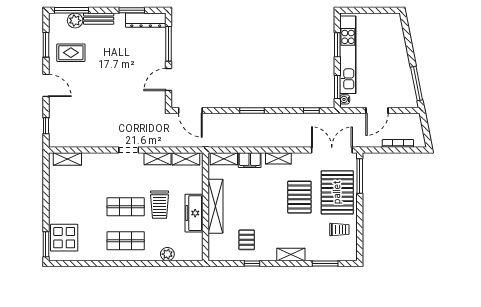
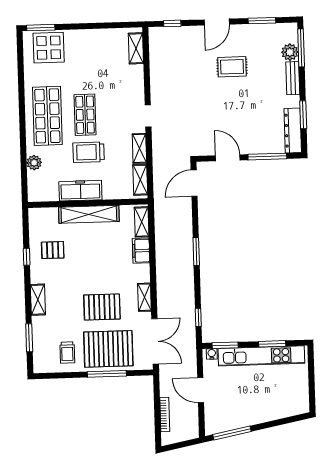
rug: (71, 53) -> (232, 67), moved, turned 90
shelving: (278, 158) -> (144, 297), moved
window: (360, 176) -> (107, 374), moved
shop shelf: (126, 241) -> (47, 116), width x1.43, depth x1.36

